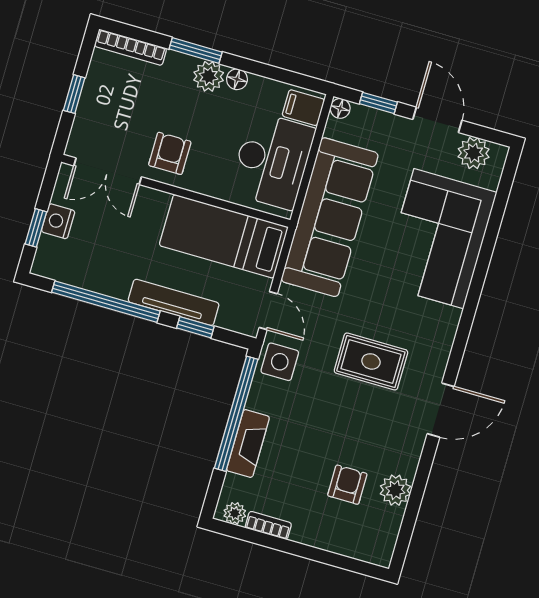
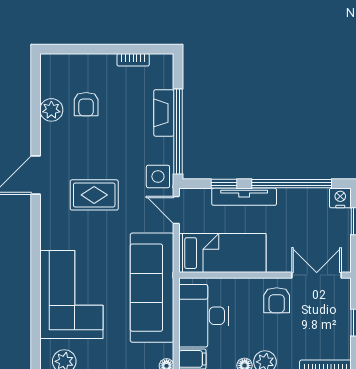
nightstand: (58, 221) -> (340, 198), moved, turned -90
plant: (235, 513) -> (159, 61), removed

